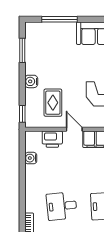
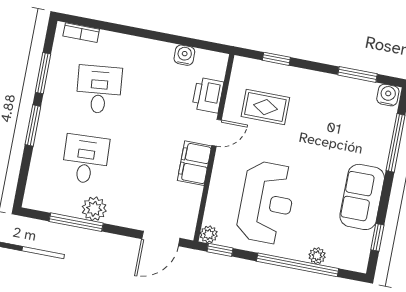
water cooler: (31, 81) -> (388, 95), moved
window: (22, 114) -> (276, 59), moved

